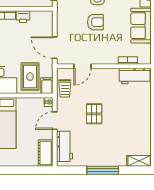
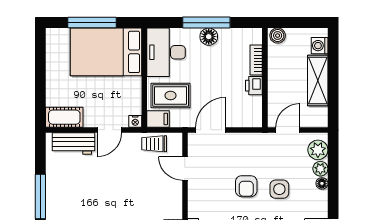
pallet: (94, 114) -> (119, 185), removed
door: (55, 121) -> (109, 130), swing flipped

